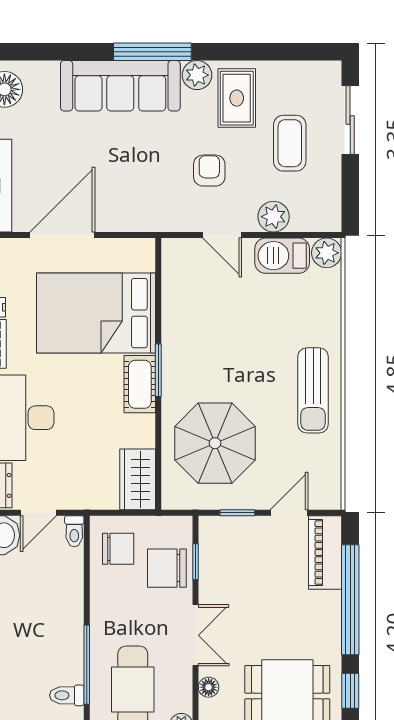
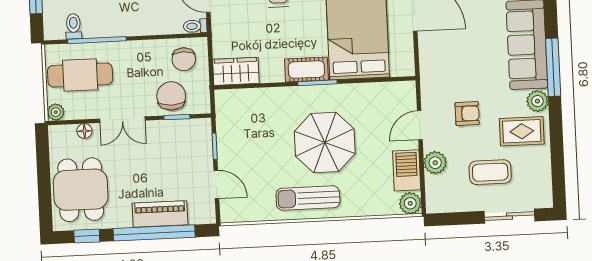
parasol: (215, 443) -> (325, 142), moved
piano: (325, 552) -> (160, 214), moved

